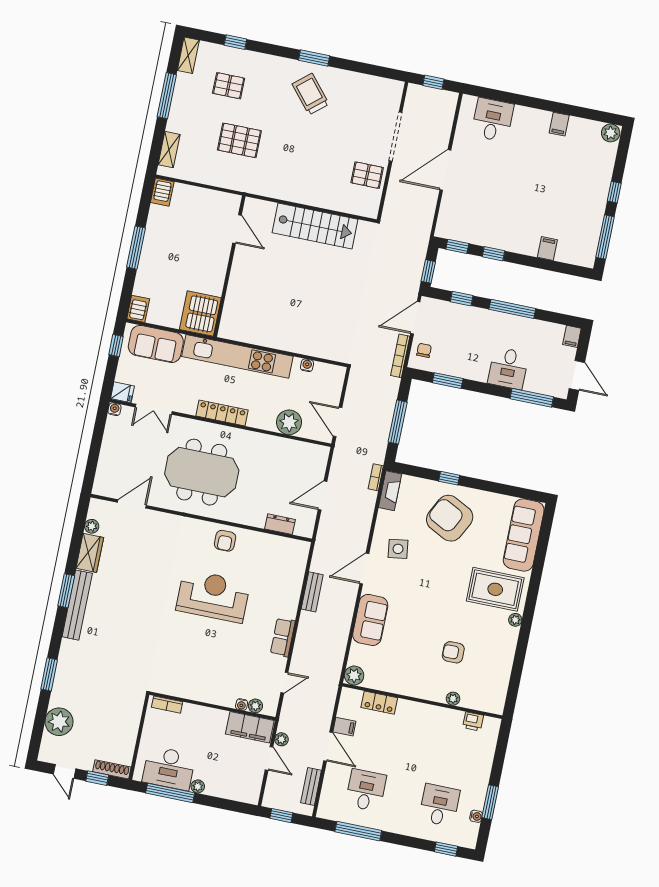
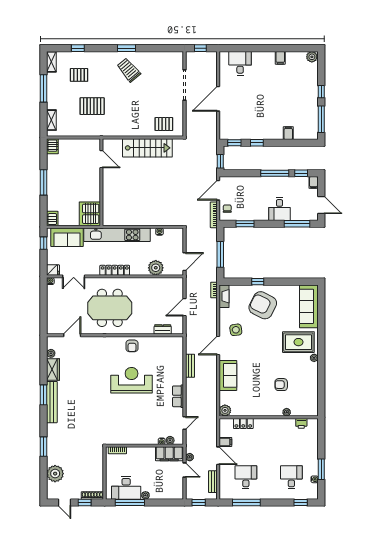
pallet: (367, 175) -> (164, 124), moved
window: (462, 299) -> (301, 173), moved
door: (338, 422) -> (184, 262), swing flipped

